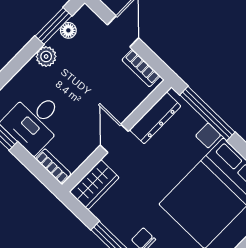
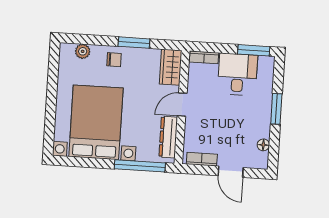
window: (53, 26) -> (276, 109), moved
plant: (46, 56) -> (263, 118), removed
door: (114, 138) -> (182, 105), swing flipped

